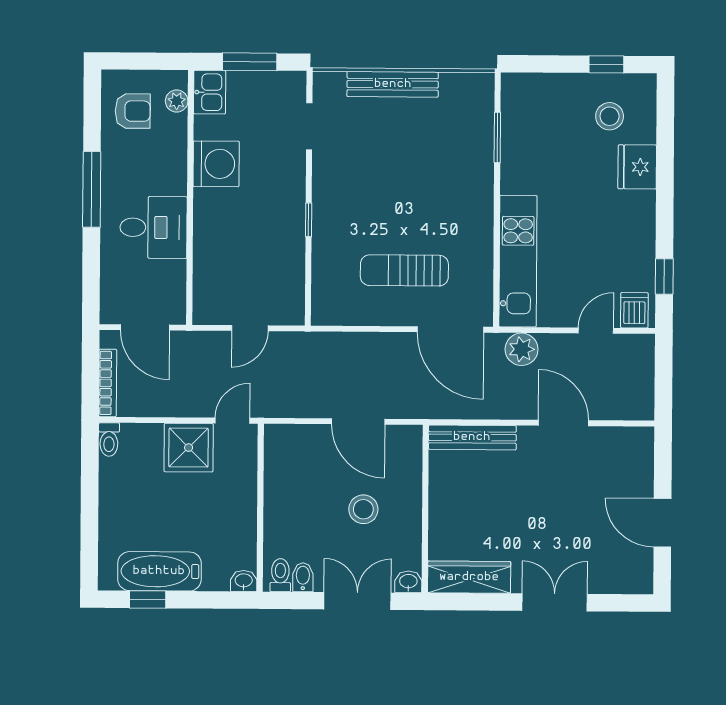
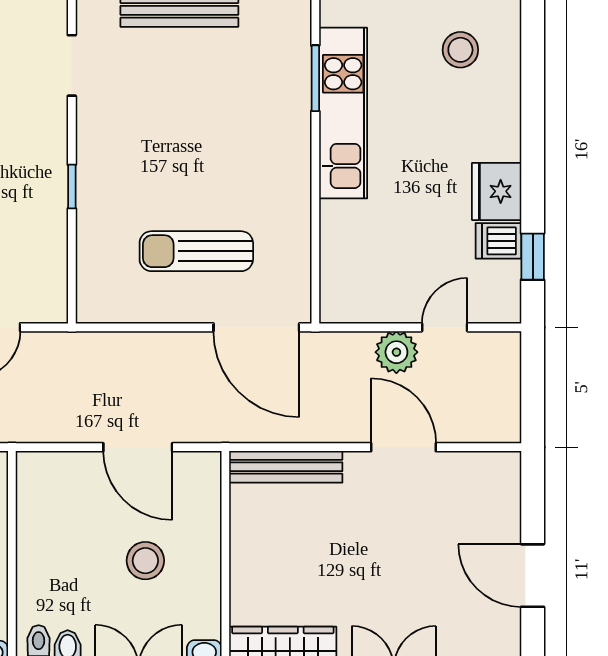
fridge: (637, 167) -> (497, 191), moved
kitchen unit: (518, 261) -> (343, 113), moved
dishwasher: (634, 310) -> (498, 241), moved, turned -90
plant: (522, 349) -> (396, 352), moved

